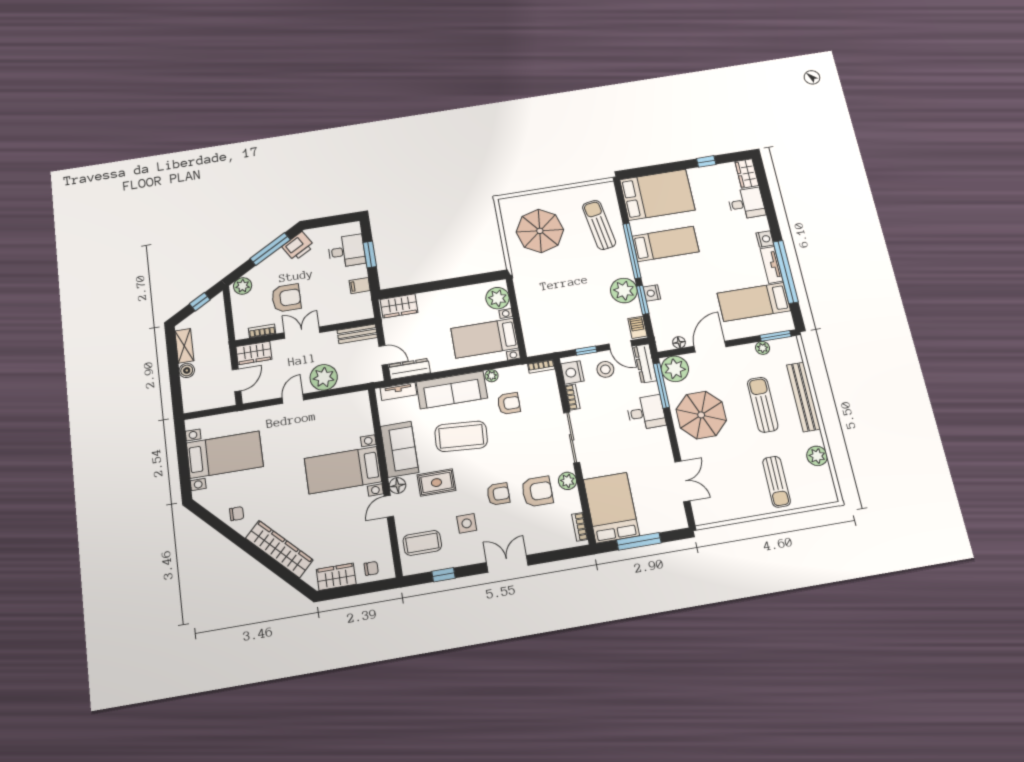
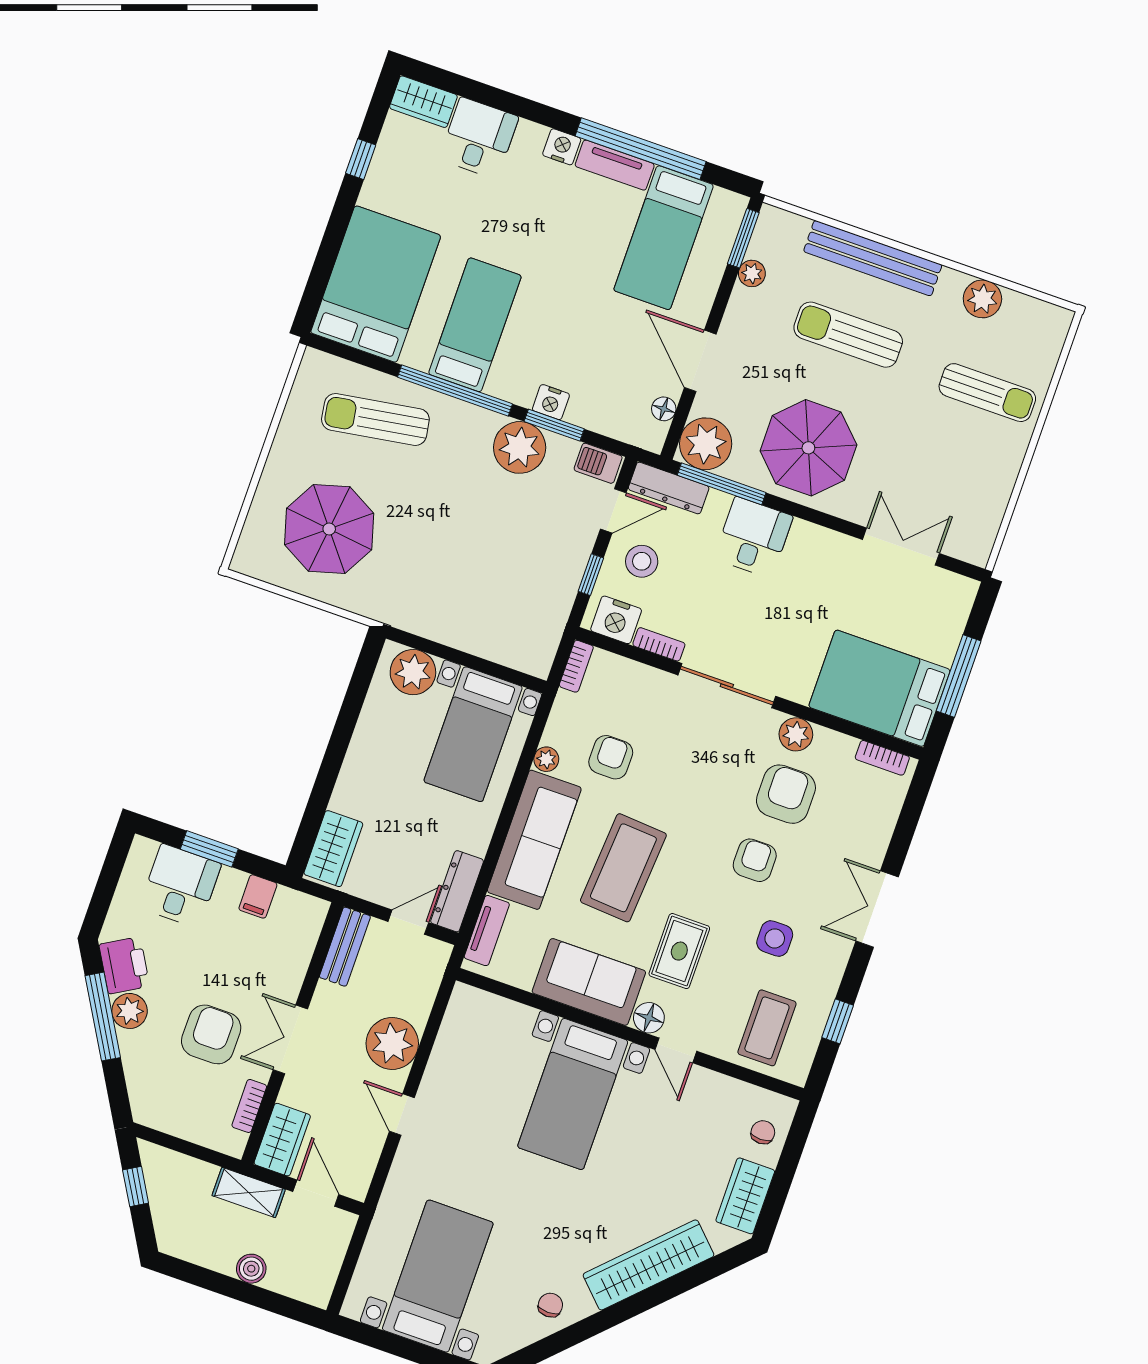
plant: (243, 286) -> (130, 1011), moved
shelving: (184, 346) -> (249, 1192), moved

